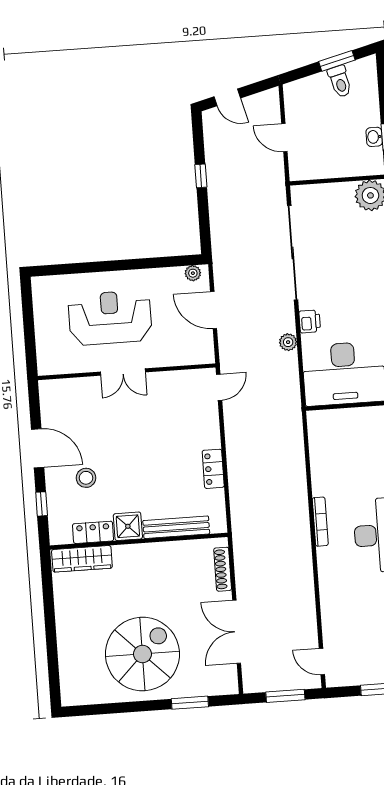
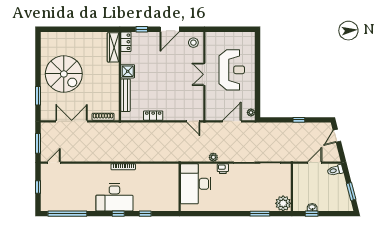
toilet: (340, 81) -> (335, 170), moved
stool: (86, 478) -> (193, 43), moved
locker: (93, 532) -> (126, 42), moved

